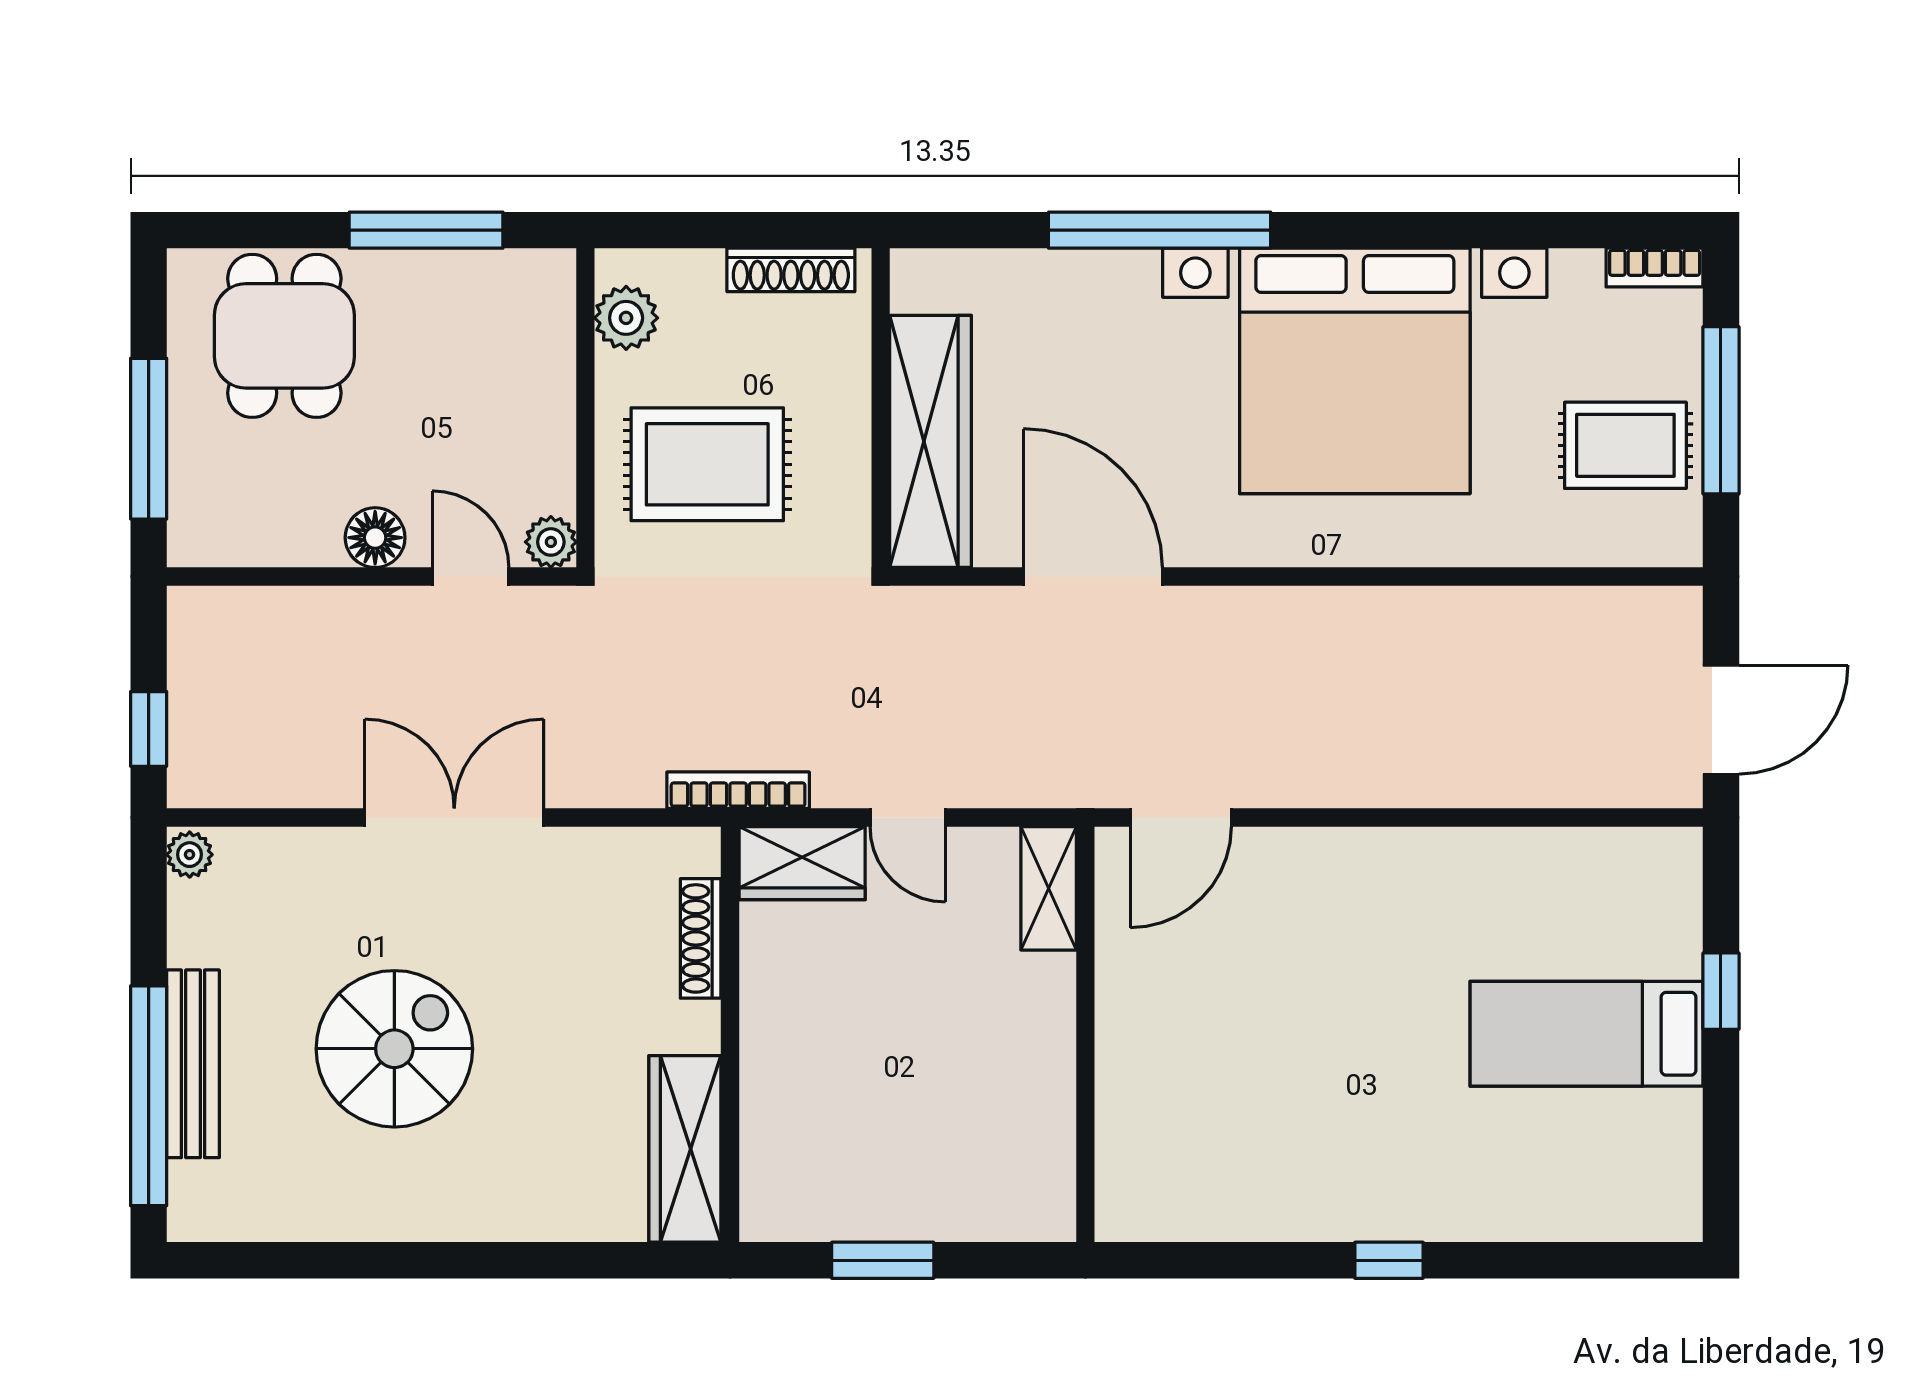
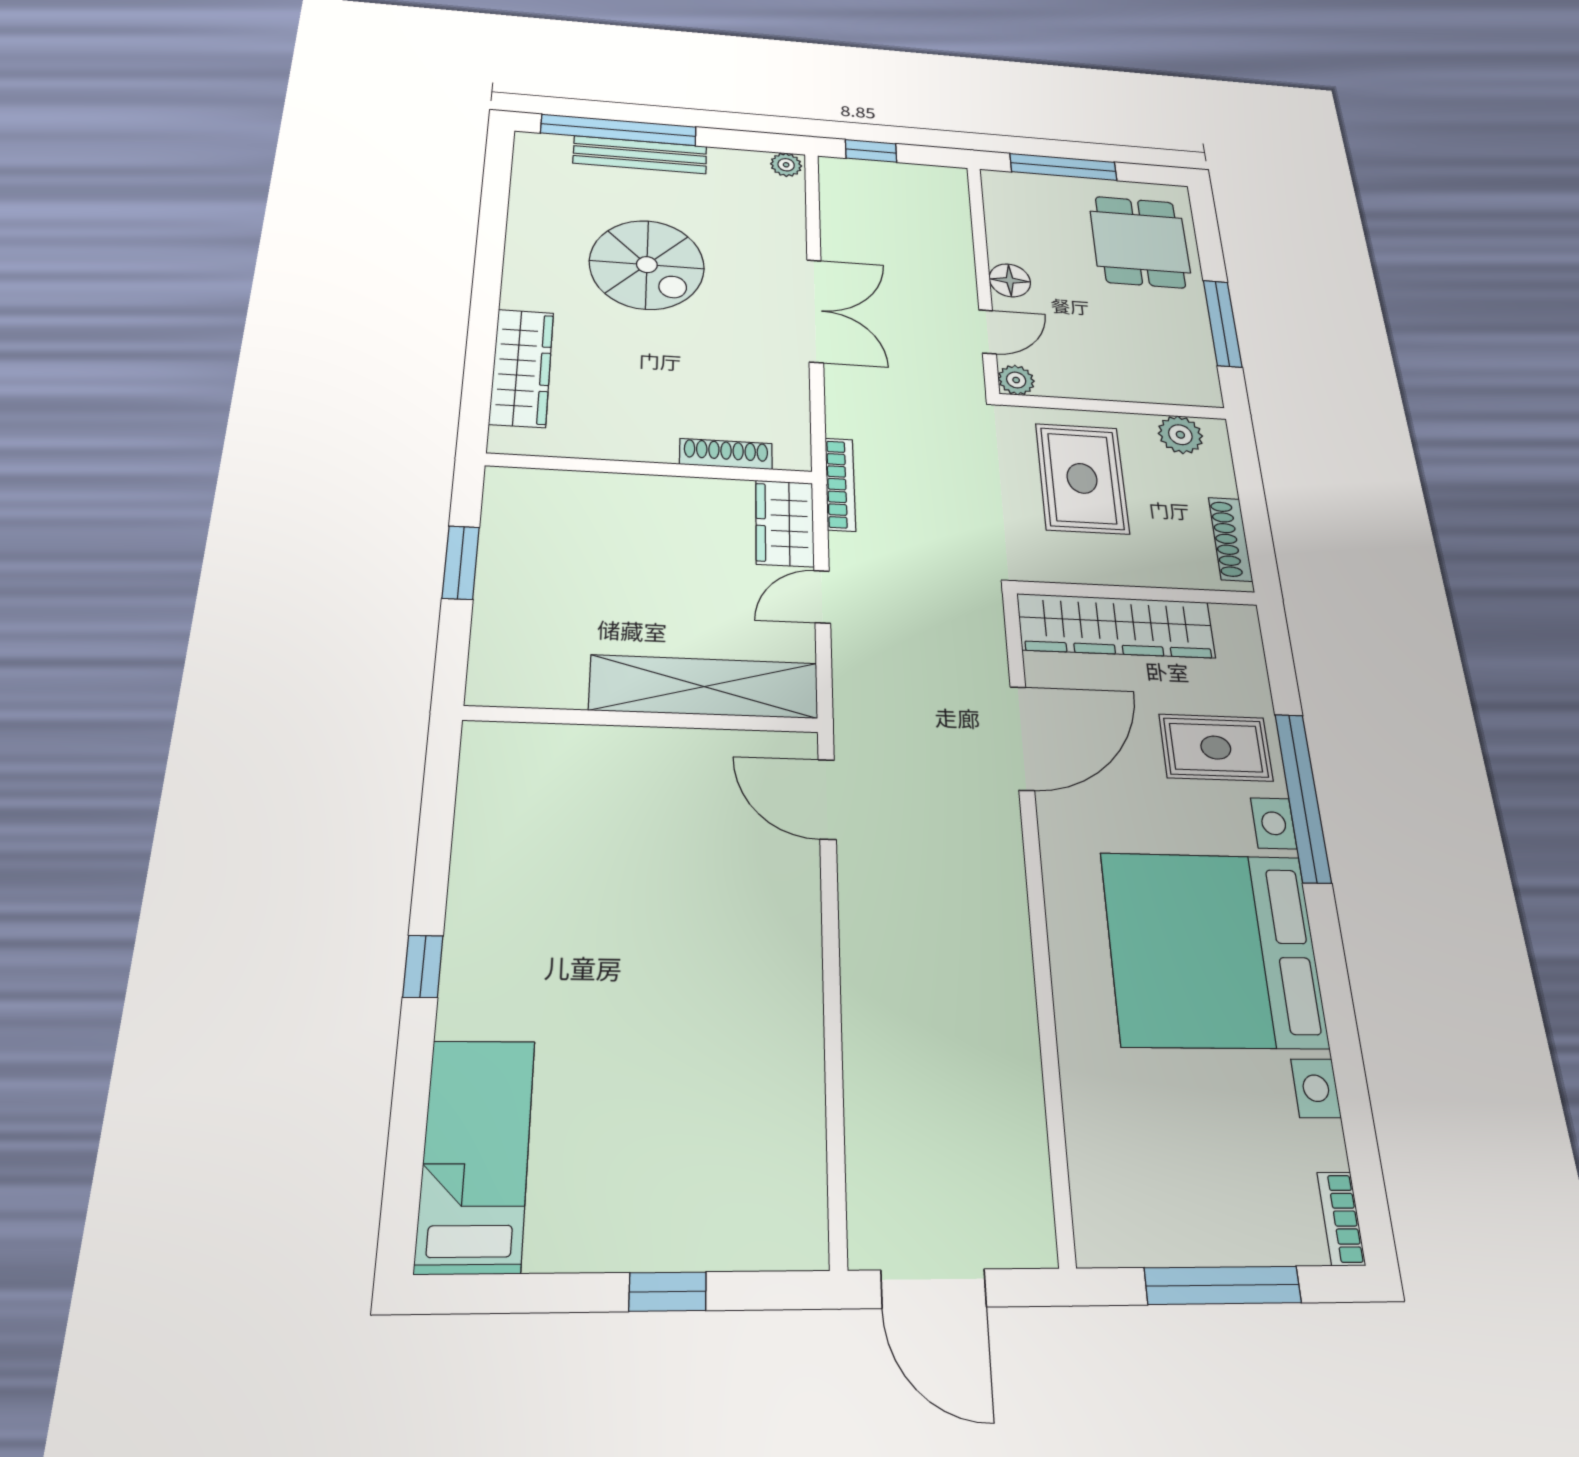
dining table: (284, 336) -> (1140, 242), turned 90
rug: (1625, 445) -> (1216, 748), moved, turned 90
shelving: (1049, 888) -> (704, 687), width x2.20, depth x1.33
bed: (1587, 1034) -> (476, 1154), moved
wardrobe: (685, 1149) -> (522, 368), moved, turned 90

